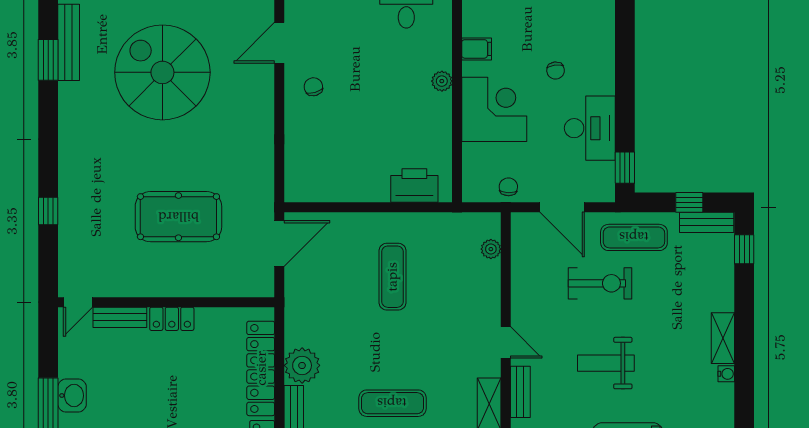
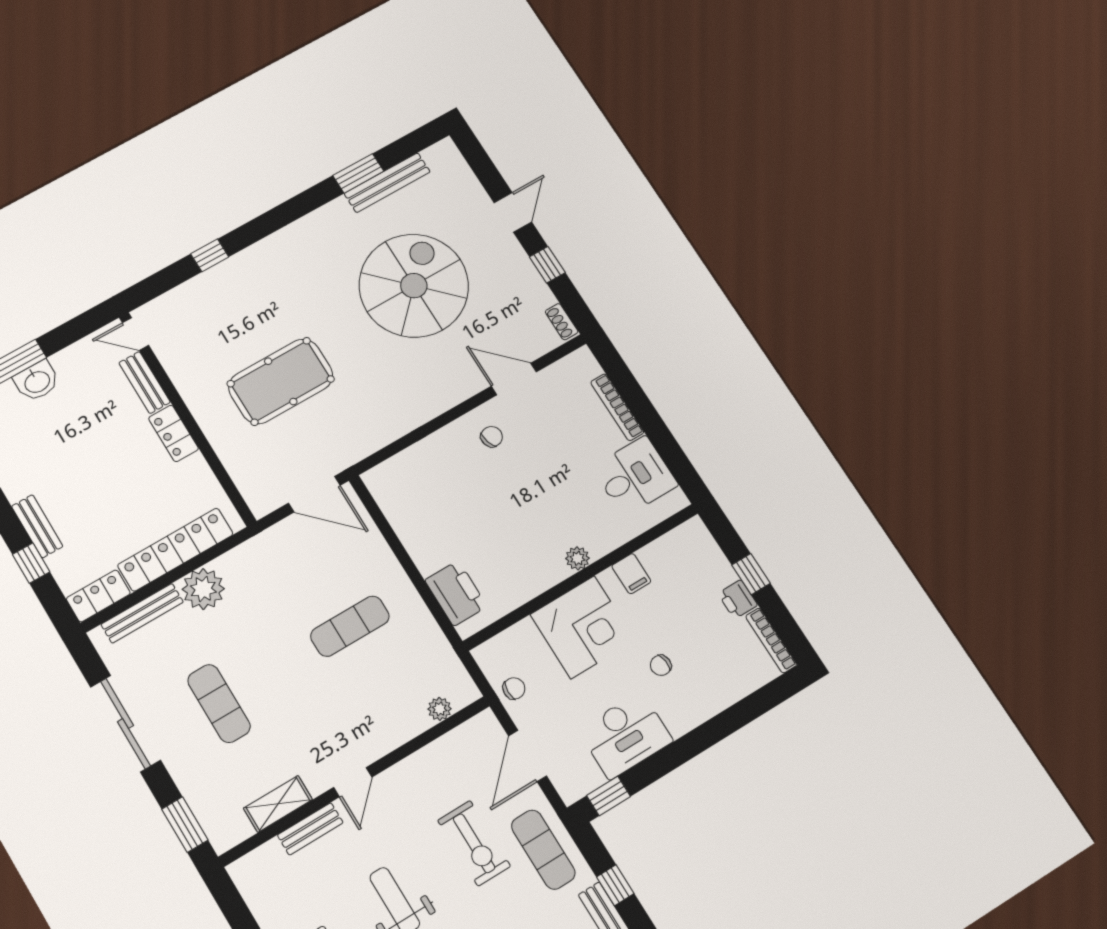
pool table: (178, 217) -> (281, 381), turned 90

